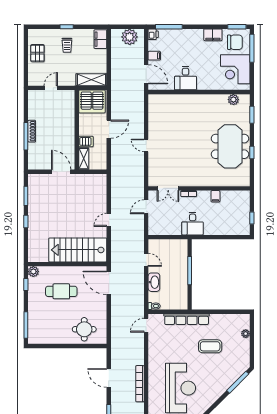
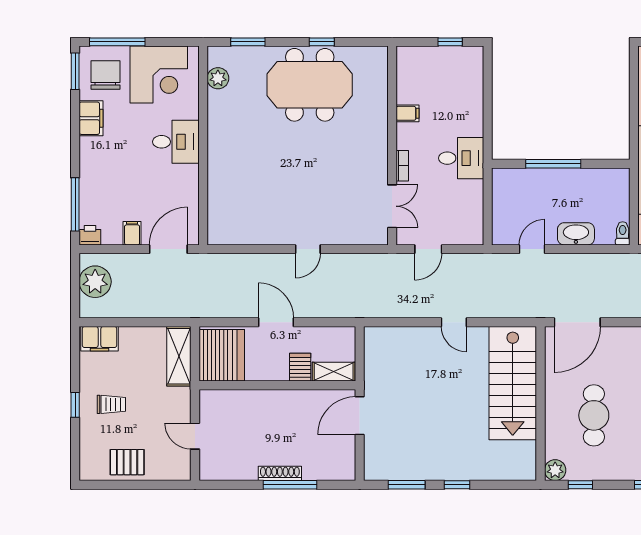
desk: (186, 78) -> (176, 142), moved
door: (146, 207) -> (428, 249), hinge flipped

